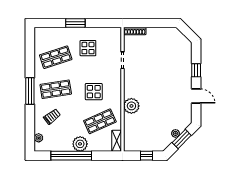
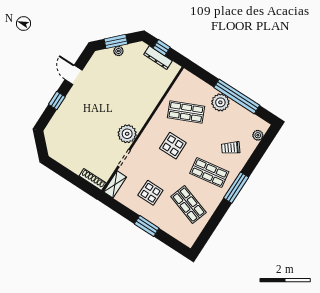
shop shelf: (56, 57) -> (189, 205), turned 36
plant: (131, 106) -> (127, 134), moved
shelving: (117, 141) -> (115, 184), moved
dresser: (144, 147) -> (158, 58), added

